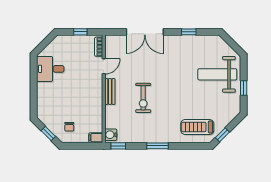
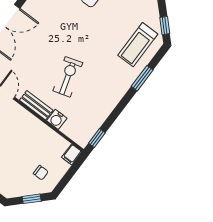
exercise bike: (143, 98) -> (68, 77), turned -107
water cooler: (111, 135) -> (57, 119), moved
window: (158, 146) -> (142, 78), moved

